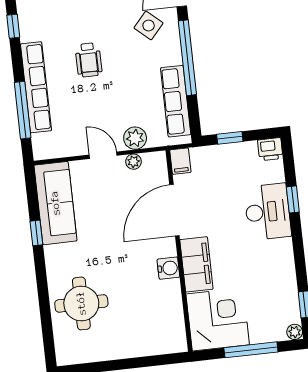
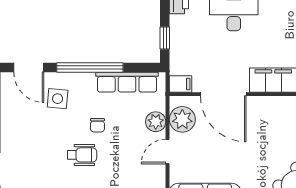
side table: (149, 25) -> (58, 99), turned -36
chair: (124, 73) -> (97, 125), added
plant: (133, 162) -> (182, 119), width x1.88, depth x1.88
water cooler: (168, 268) -> (274, 105), removed

